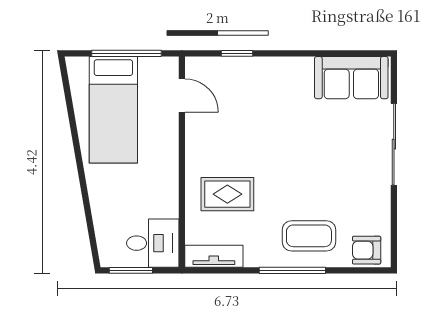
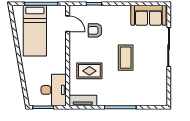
coffee table: (309, 236) -> (126, 58), moved, turned 90
desk: (153, 243) -> (54, 90), width x1.37
armchair: (367, 250) -> (95, 30), moved

